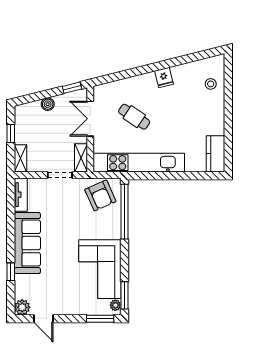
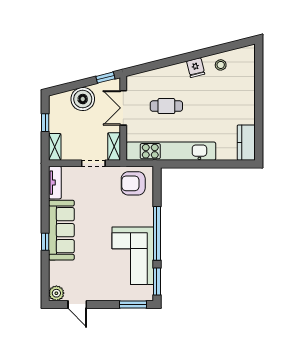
stool: (211, 84) -> (221, 65), moved
boiler: (48, 104) -> (83, 99), width x1.86, depth x1.86
cafe table: (134, 117) -> (166, 106), turned -34
armchair: (100, 195) -> (133, 183), turned 114
window: (125, 212) -> (157, 233), moved
window: (11, 272) -> (45, 242), moved
plant: (115, 305) -> (148, 291), removed

